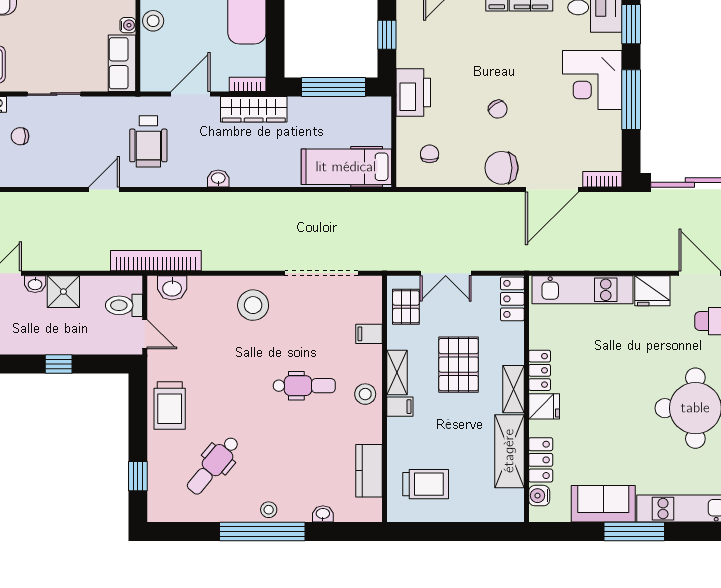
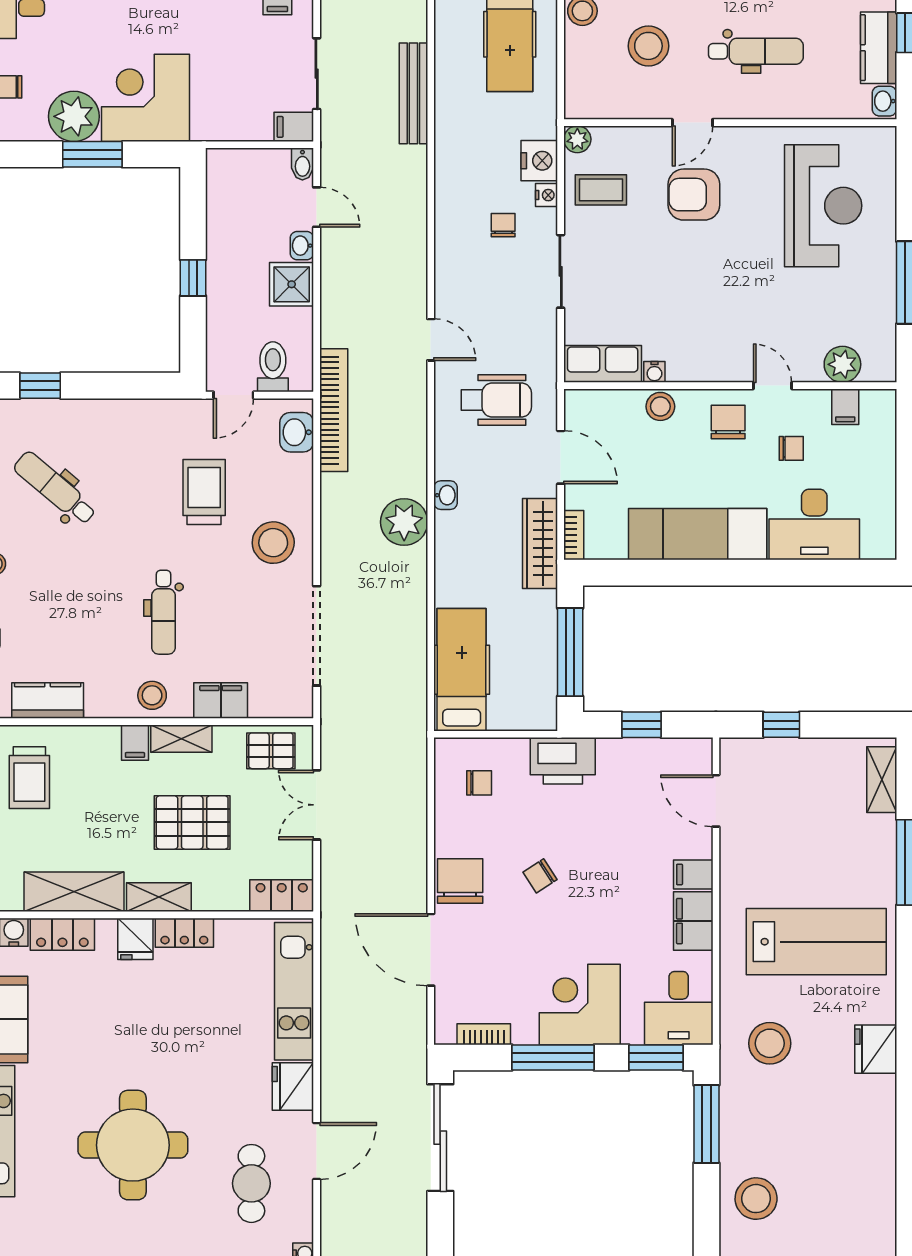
wheelchair: (148, 141) -> (496, 400), turned 180
bookcase: (602, 179) -> (484, 1034), moved, turned -90
plant: (238, 209) -> (404, 522), added
filing cabinet: (369, 334) -> (221, 701), width x2.00
trolley: (170, 405) -> (204, 492), moved, turned 90

